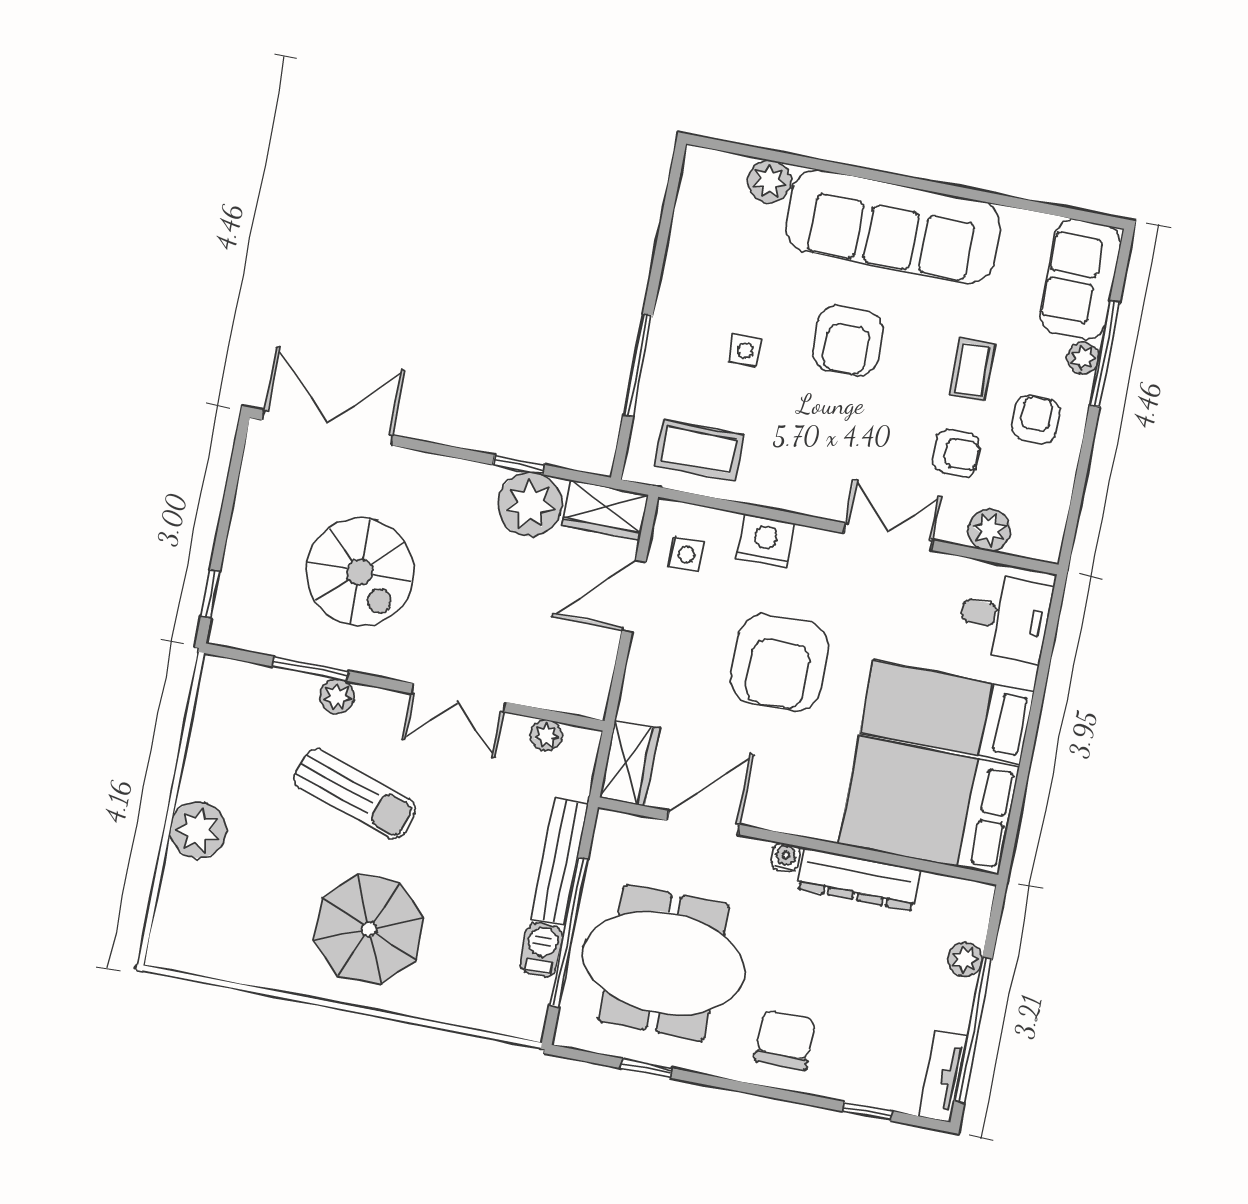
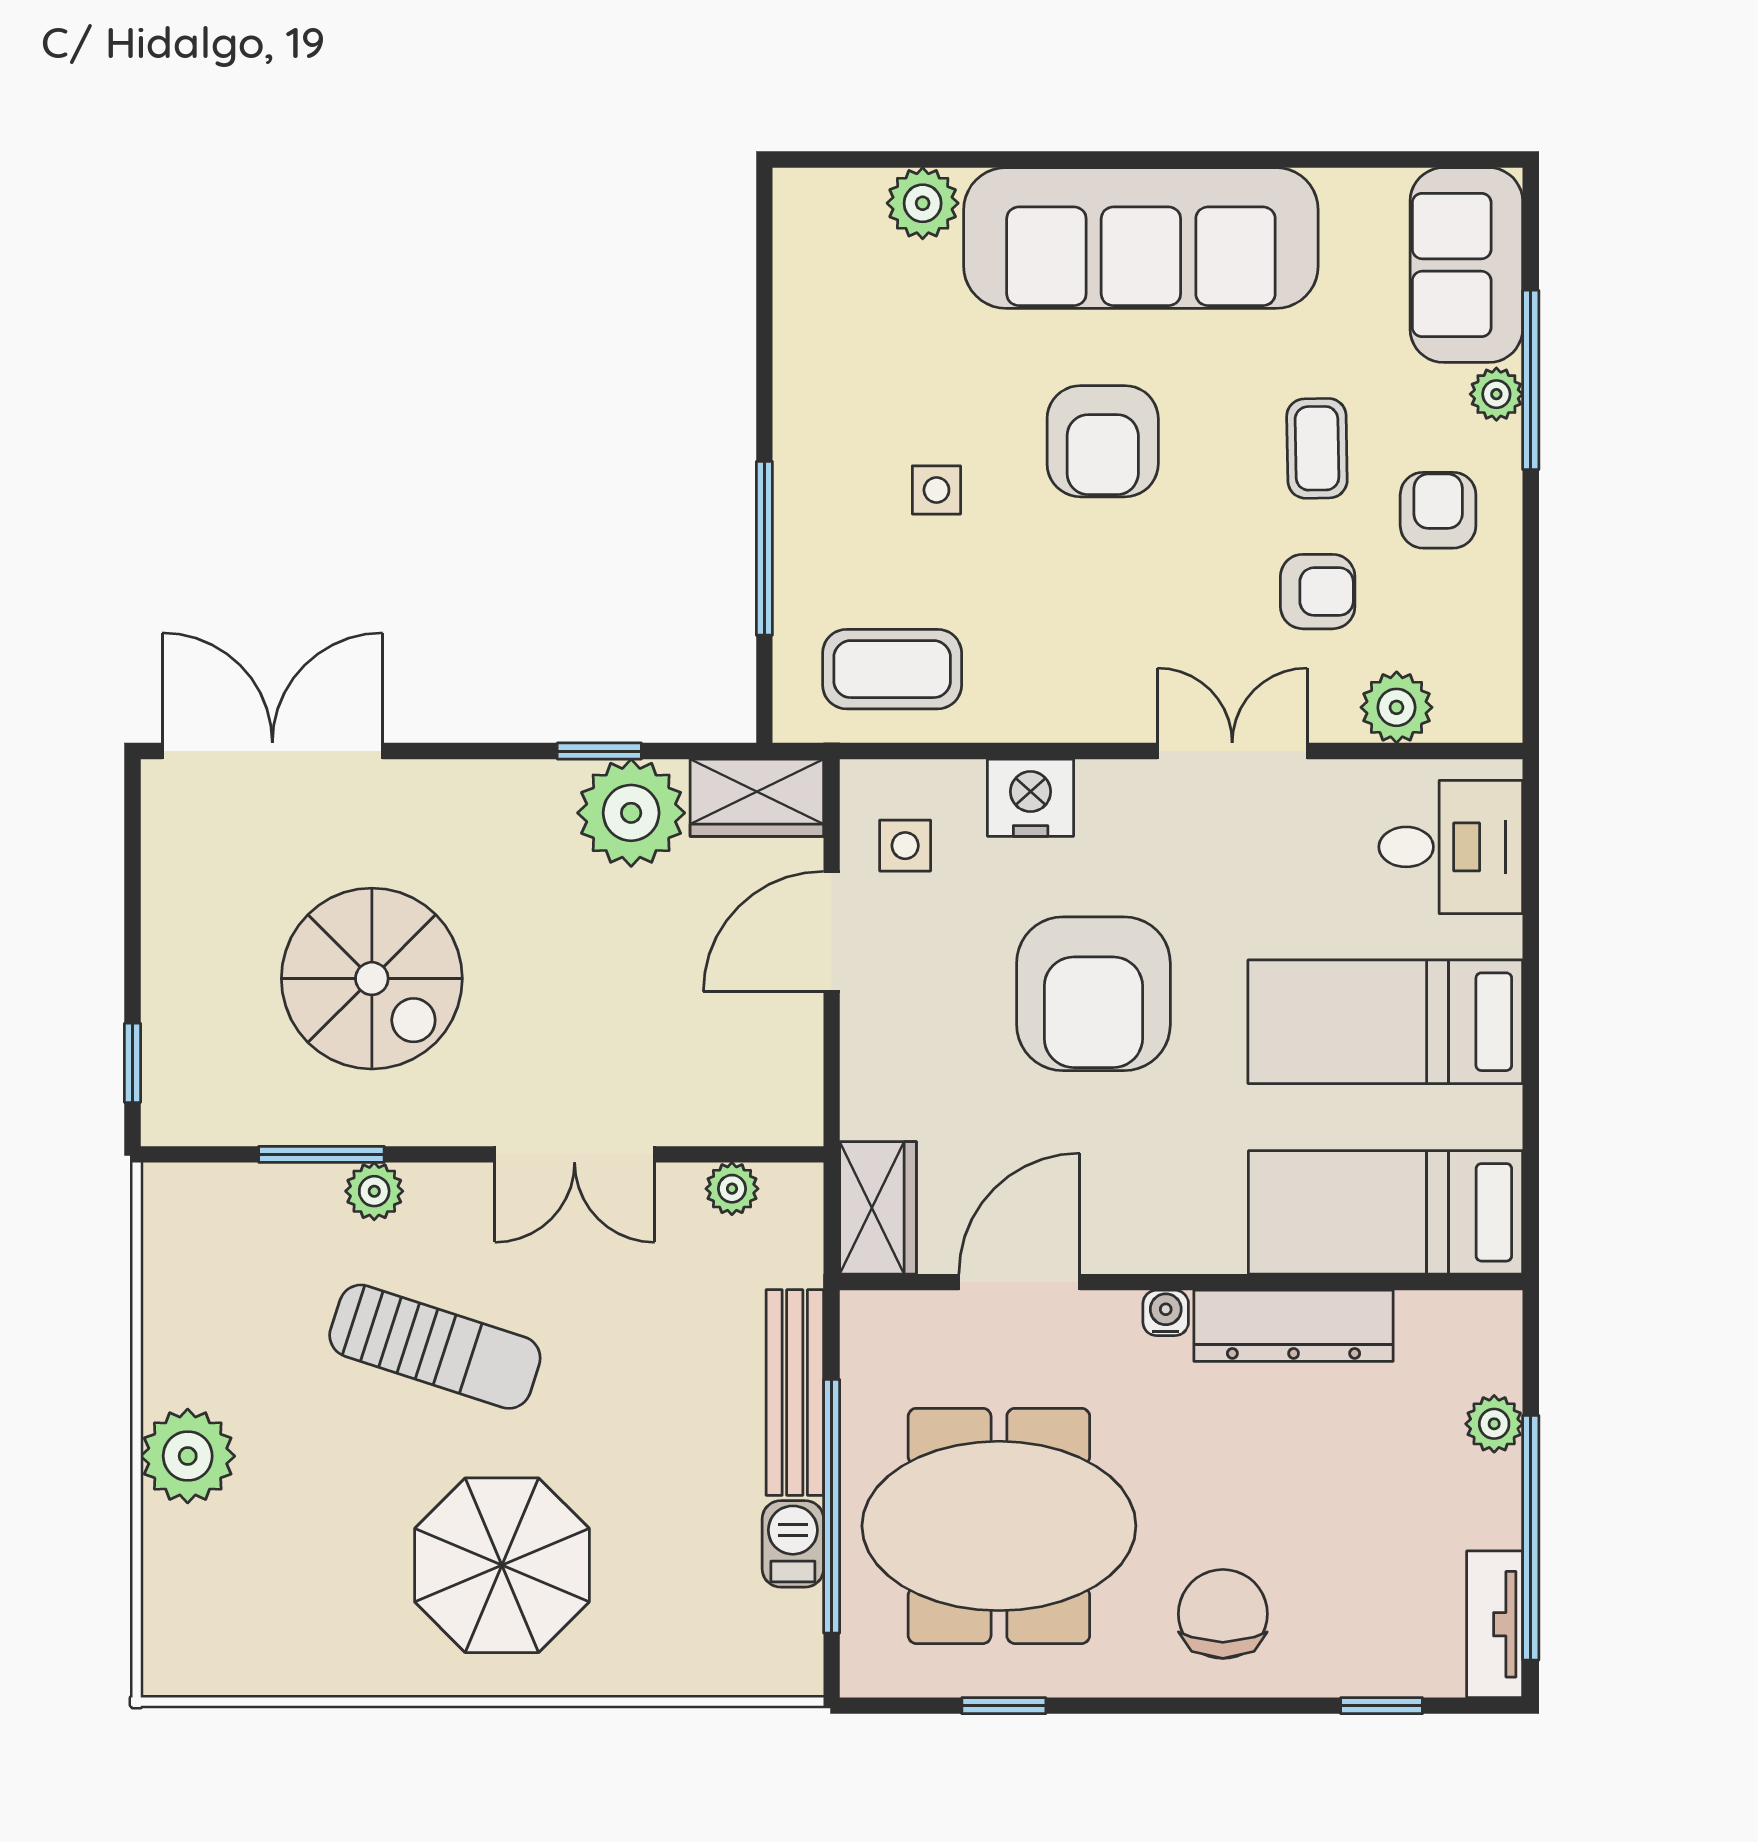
bed: (929, 805) -> (1386, 1212), width x0.67

